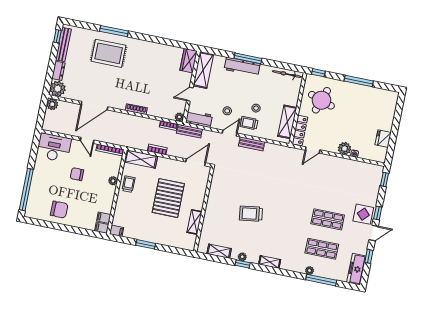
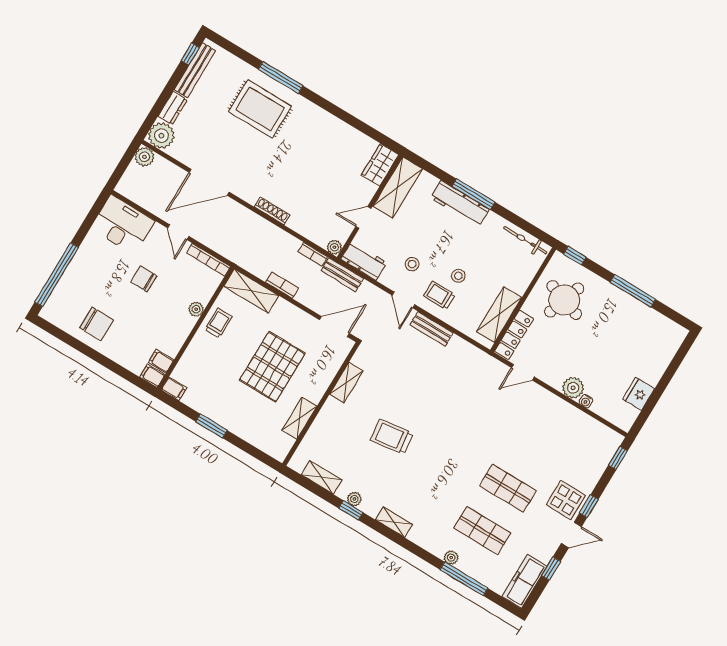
door: (230, 133) -> (403, 300), swing flipped
shelving: (214, 192) -> (346, 383), added

